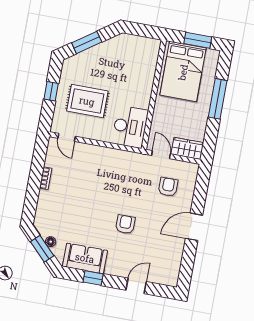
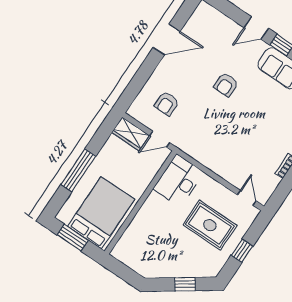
window: (87, 42) -> (185, 284), width x0.67
door: (161, 155) -> (160, 139), hinge flipped
door: (194, 227) -> (167, 39), moved
door: (136, 286) -> (256, 28), moved

